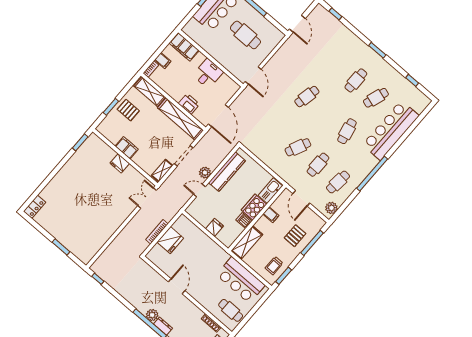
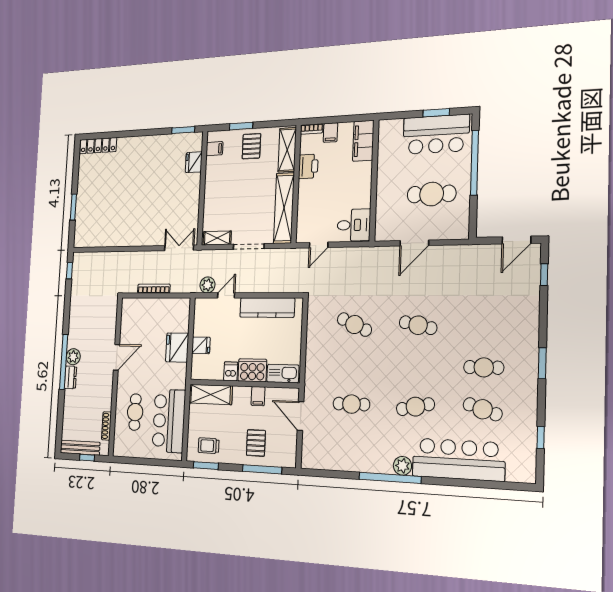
door: (297, 24) -> (516, 240), moved
cafe table: (245, 35) -> (432, 194), turned 90
desk: (208, 74) -> (354, 225), moved
door: (253, 75) -> (414, 243), moved
printer: (189, 104) -> (308, 166), moved
door: (218, 116) -> (319, 245), width x0.53
cafe table: (298, 147) -> (354, 325), moved
filing cabinet: (127, 148) -> (214, 149), moved, width x0.50
fridge: (120, 163) -> (194, 162), moved
plant: (205, 173) -> (207, 285), moved
cafe table: (338, 182) -> (350, 444), removed
door: (199, 191) -> (226, 295), hinge flipped
door: (301, 198) -> (301, 416), hinge flipped
locker: (35, 207) -> (98, 146), width x1.53
plant: (331, 208) -> (402, 466), moved
pallet: (295, 236) -> (256, 443), turned 90
fridge: (170, 240) -> (177, 347), moved, turned 90
cafe table: (231, 310) -> (135, 412), moved

